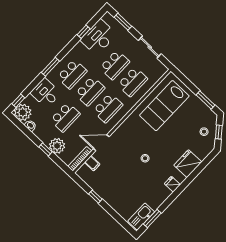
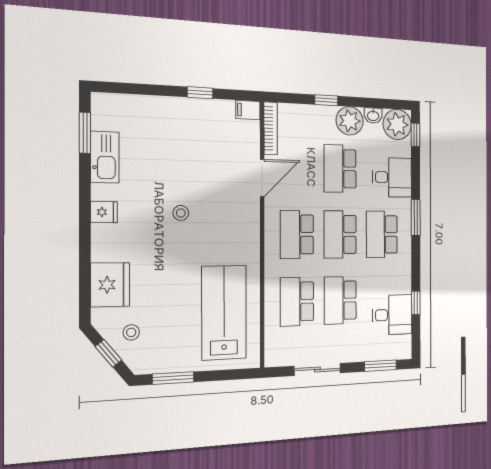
desk: (98, 37) -> (392, 315), width x0.73
plant: (57, 146) -> (350, 121), moved
filing cabinet: (92, 163) -> (248, 110), moved
fridge: (188, 164) -> (110, 285), moved
kitchen sink: (141, 217) -> (105, 157), moved

